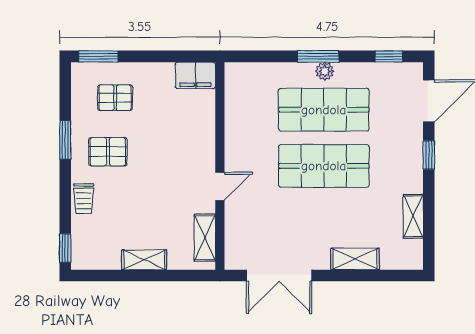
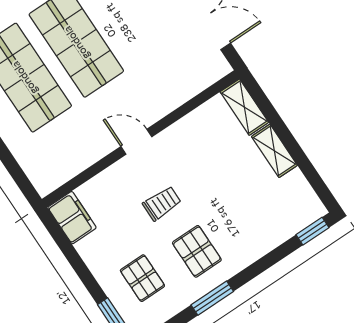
door: (220, 186) -> (136, 142), moved
trolley: (84, 199) -> (162, 203), moved
shelving: (205, 238) -> (244, 107), moved, turned 90

